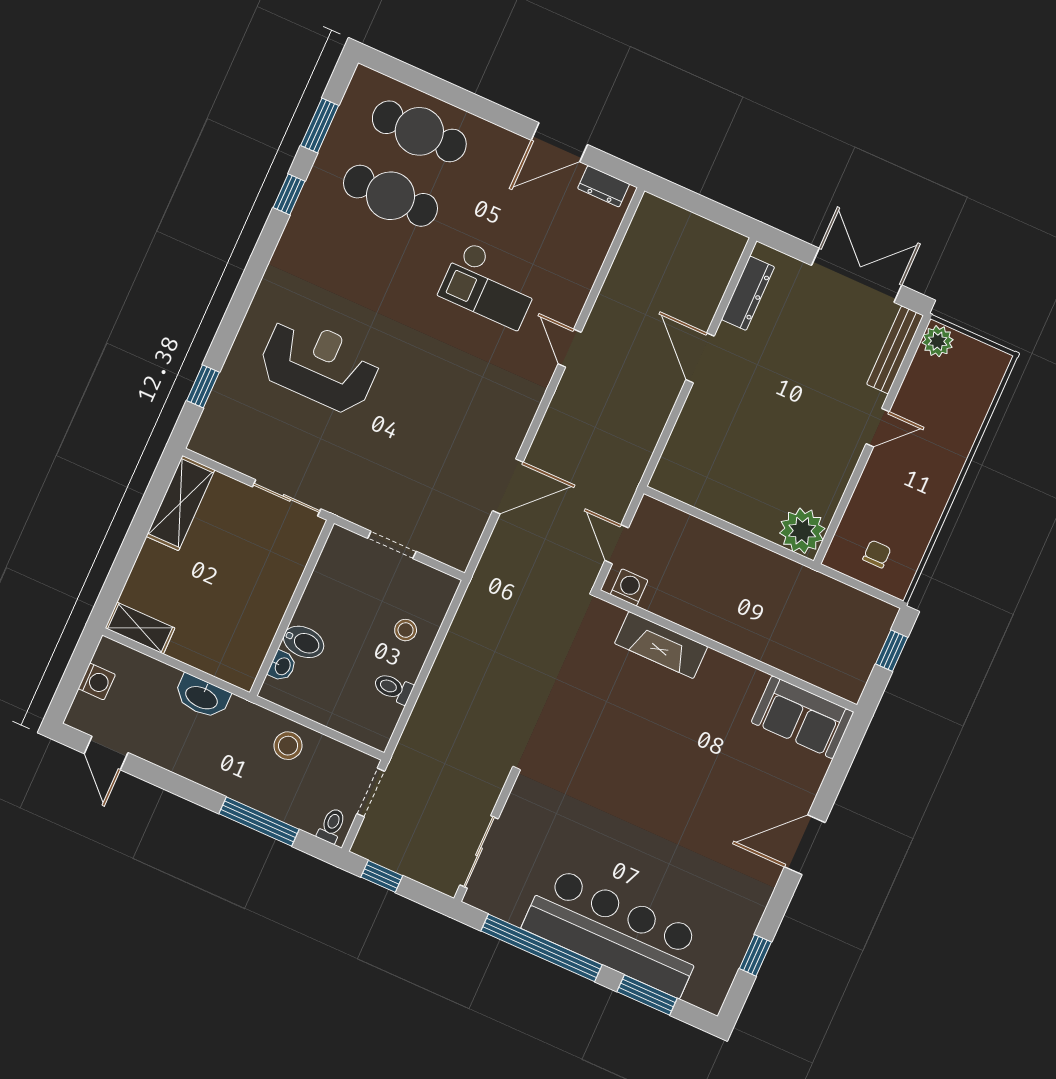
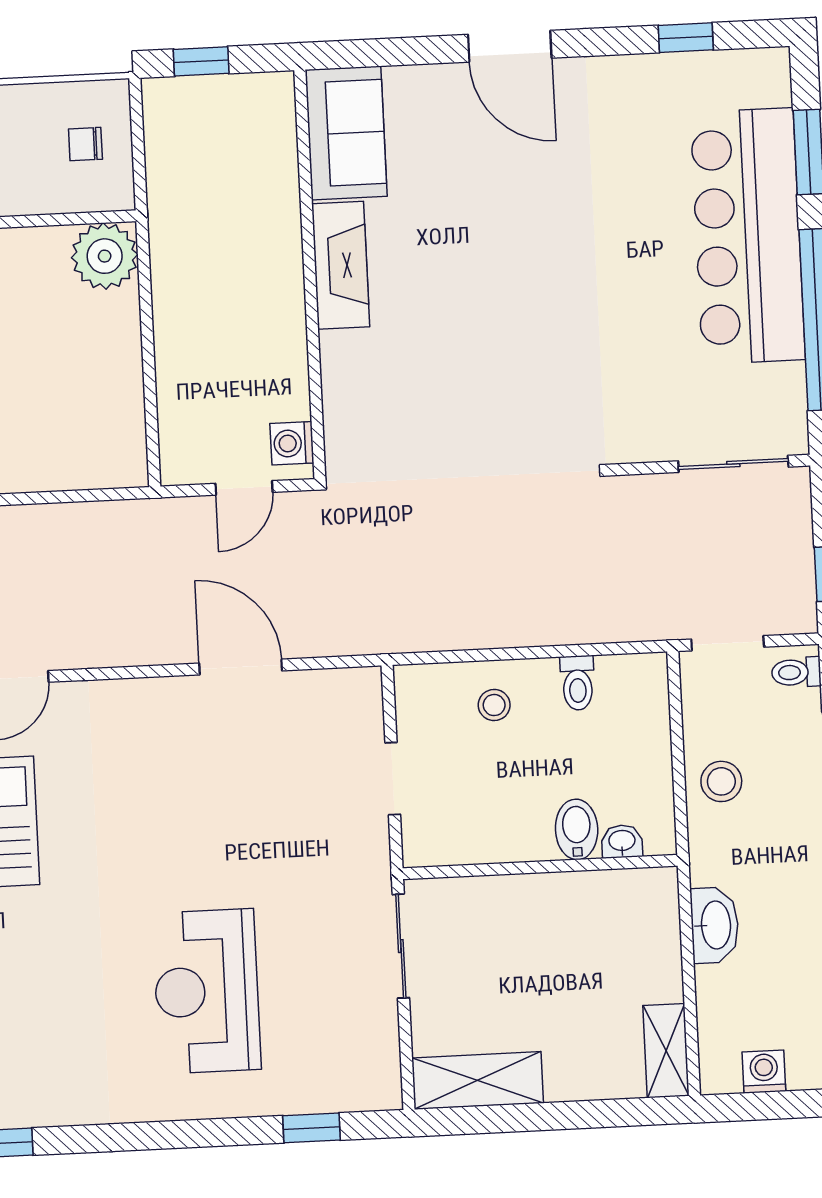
fireplace: (661, 645) -> (341, 265), moved

